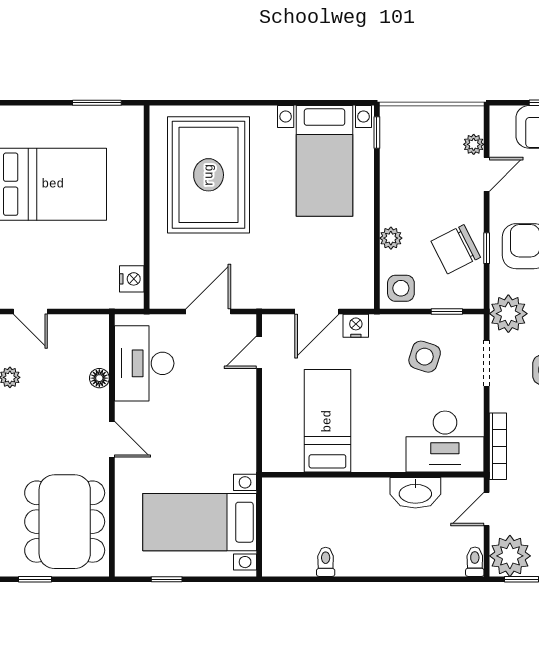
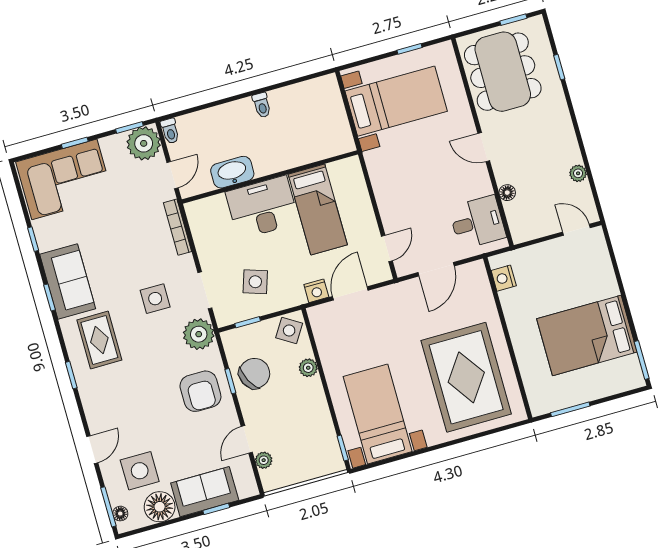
side table: (401, 288) -> (289, 330), turned 32
desk: (144, 363) -> (477, 222), width x0.73
desk: (445, 442) -> (262, 207), moved
toilet: (326, 562) -> (262, 105), moved

